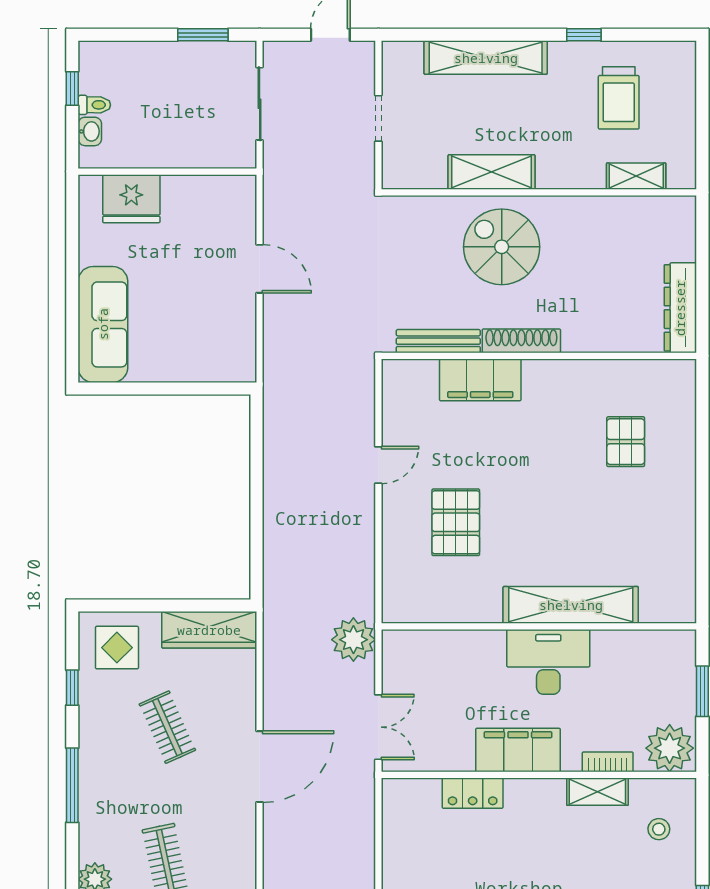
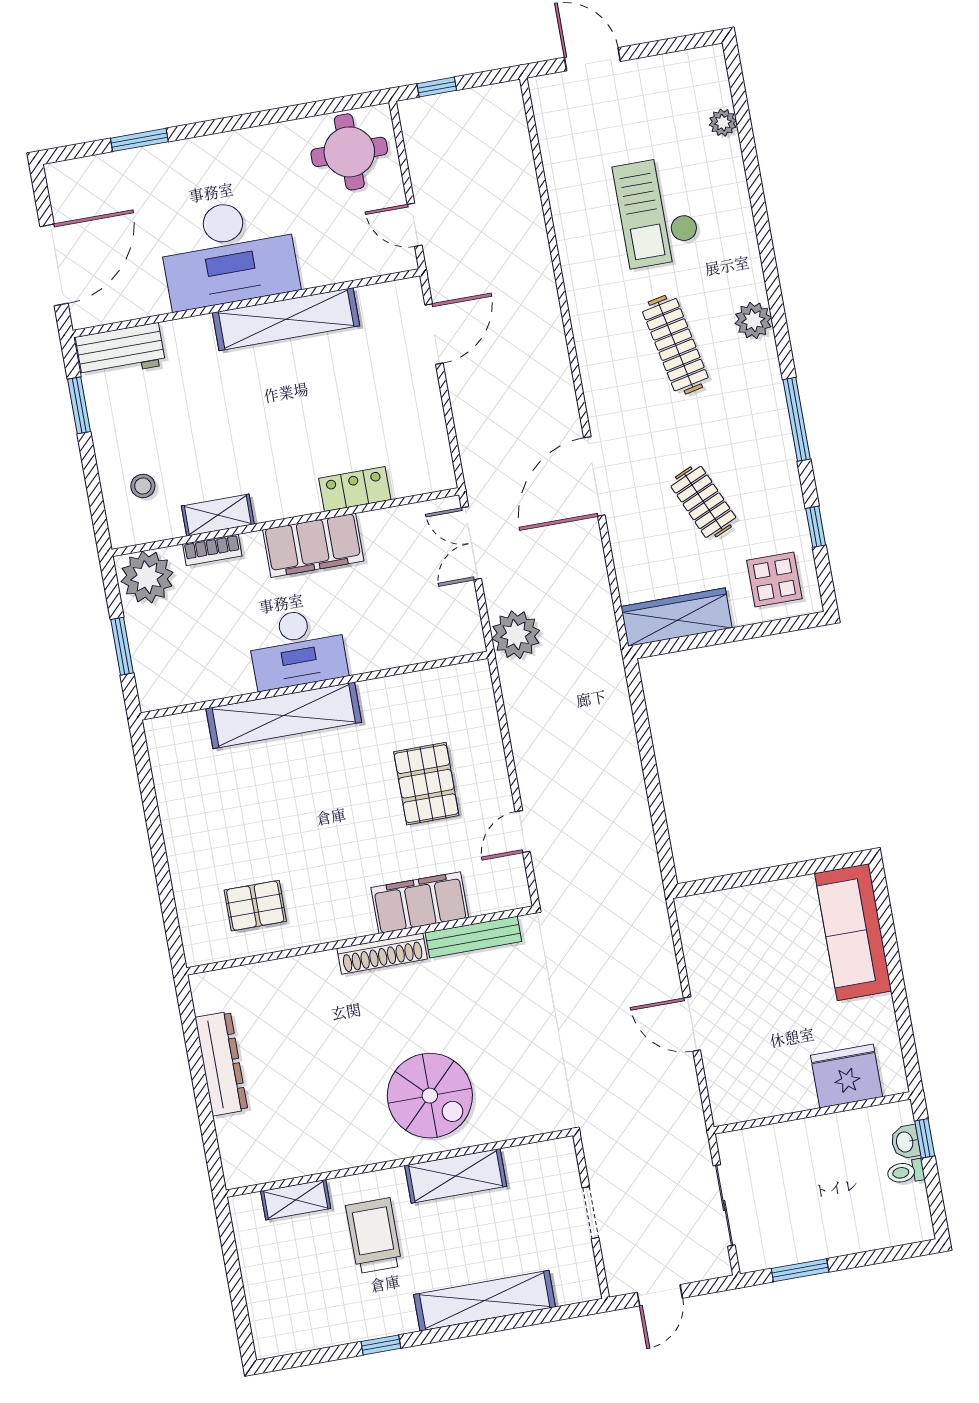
window: (72, 88) -> (925, 1138), moved
trolley: (619, 98) -> (374, 1236), moved
bench: (438, 341) -> (473, 937), moved
shoe rack: (521, 341) -> (382, 954), moved
wall: (539, 356) -> (360, 941), moved
filing cabinet: (480, 380) -> (420, 903), moved
pallet: (626, 442) -> (255, 906), turned 90

